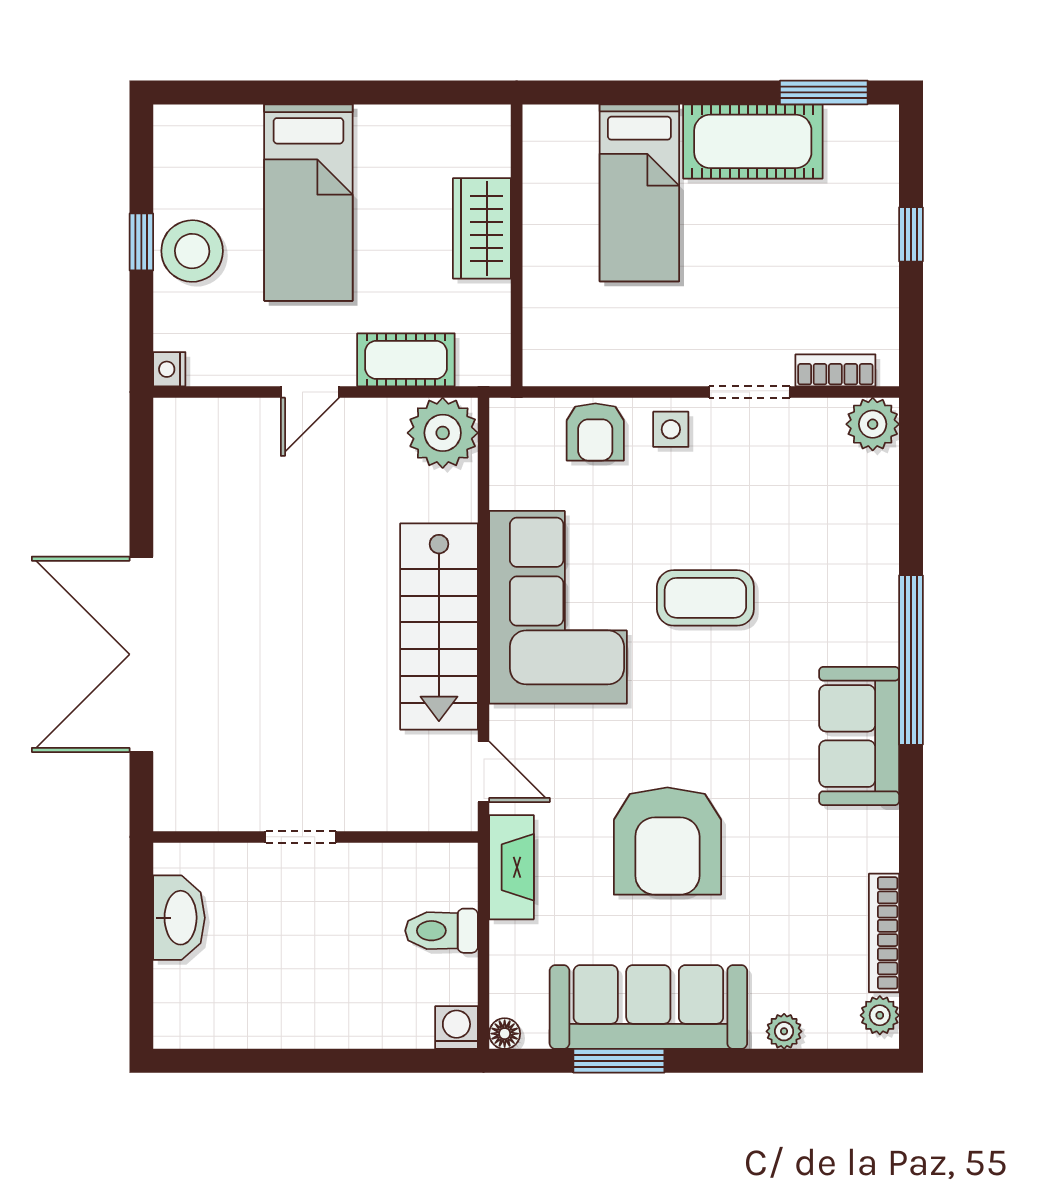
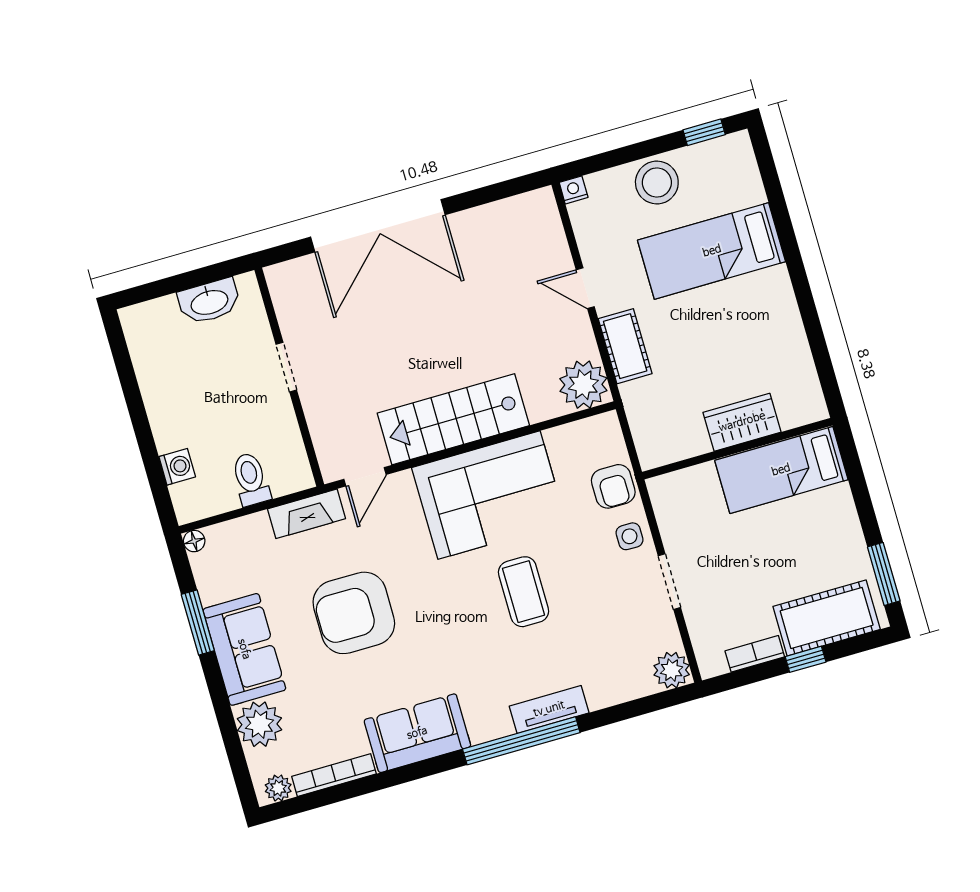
cot: (753, 141) -> (827, 618), moved, turned 90
wardrobe: (482, 228) -> (742, 422), moved
window: (141, 242) -> (704, 132), moved
wall: (517, 245) -> (737, 449), moved
bookcase: (835, 370) -> (755, 654), moved, turned -90
armchair: (595, 432) -> (613, 486), turned -90
tv unit: (879, 609) -> (549, 709), added
double door: (141, 654) -> (378, 226), swing flipped
sofa: (859, 736) -> (417, 733), moved
sofa: (648, 1007) -> (244, 649), width x0.73
washing machine: (456, 1028) -> (177, 467), moved
plant: (784, 1031) -> (259, 724), width x1.87, depth x1.87

